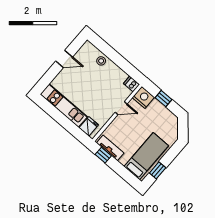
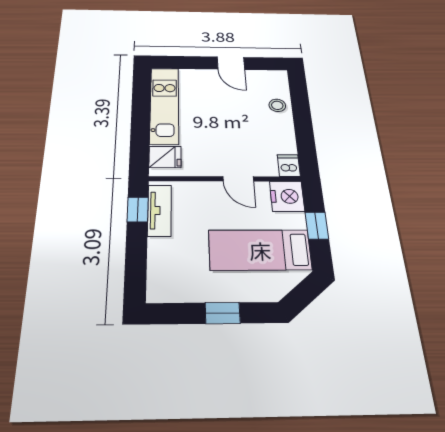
bed: (146, 156) -> (260, 250), moved, turned 180
window: (158, 170) -> (223, 313), moved

